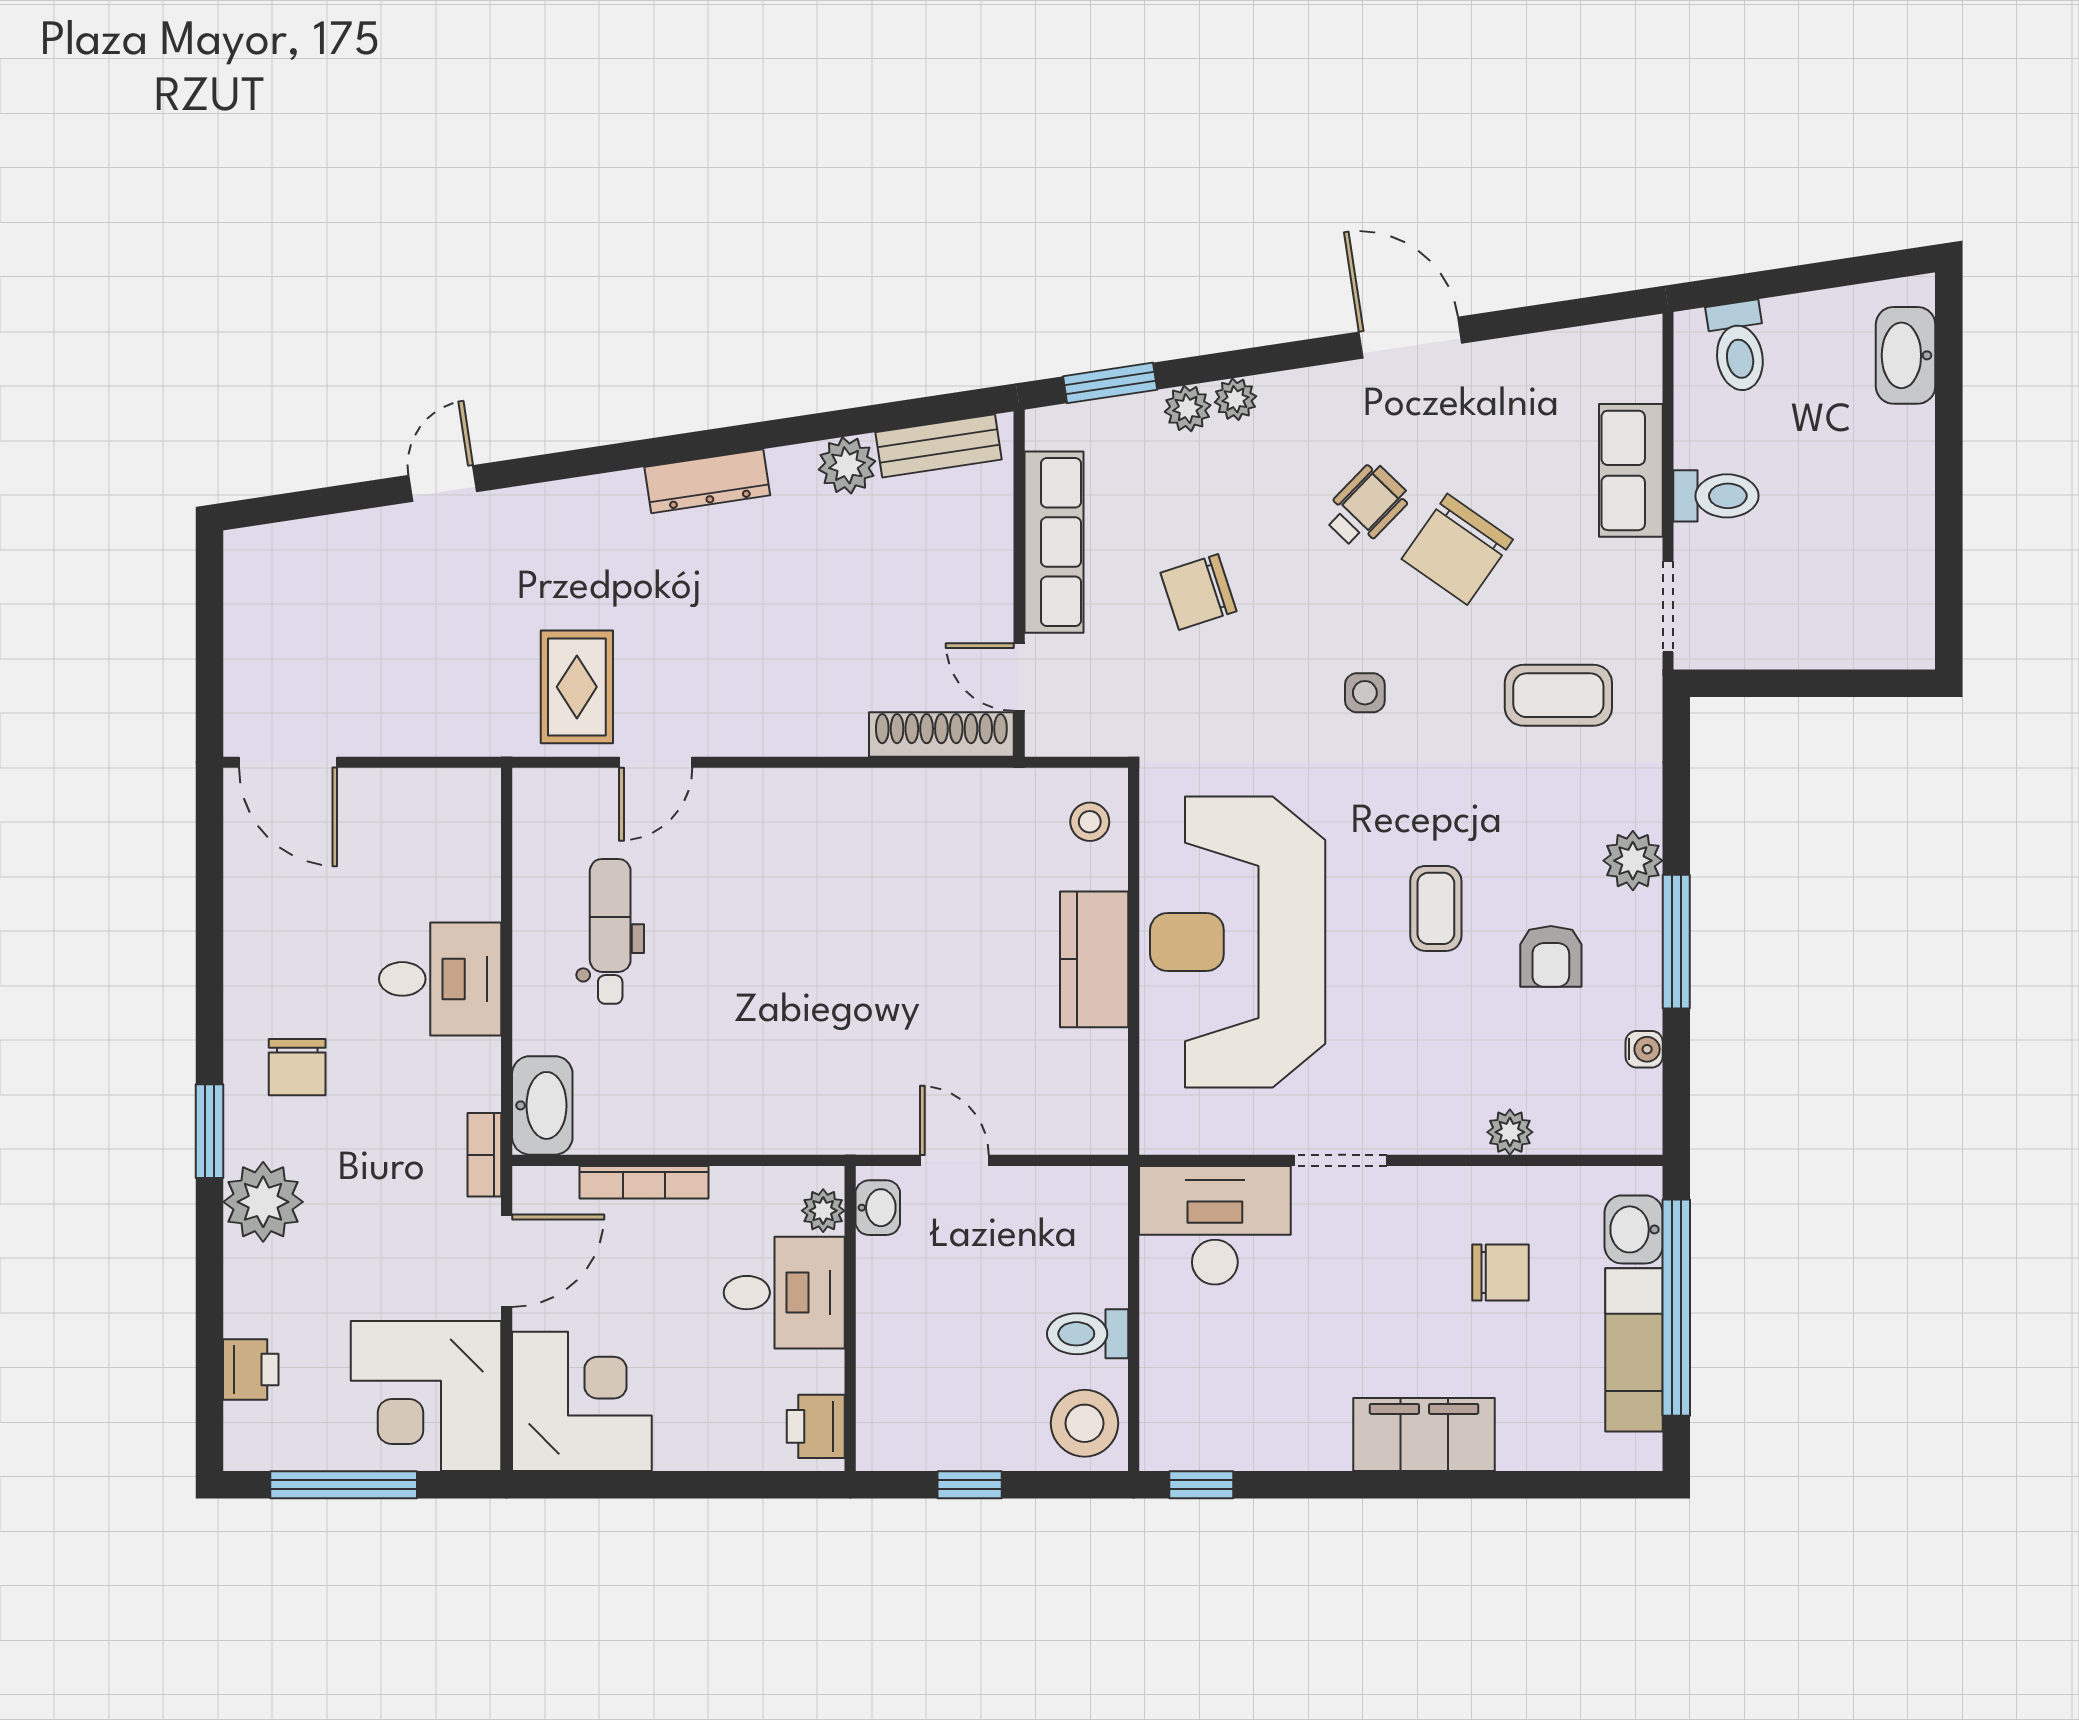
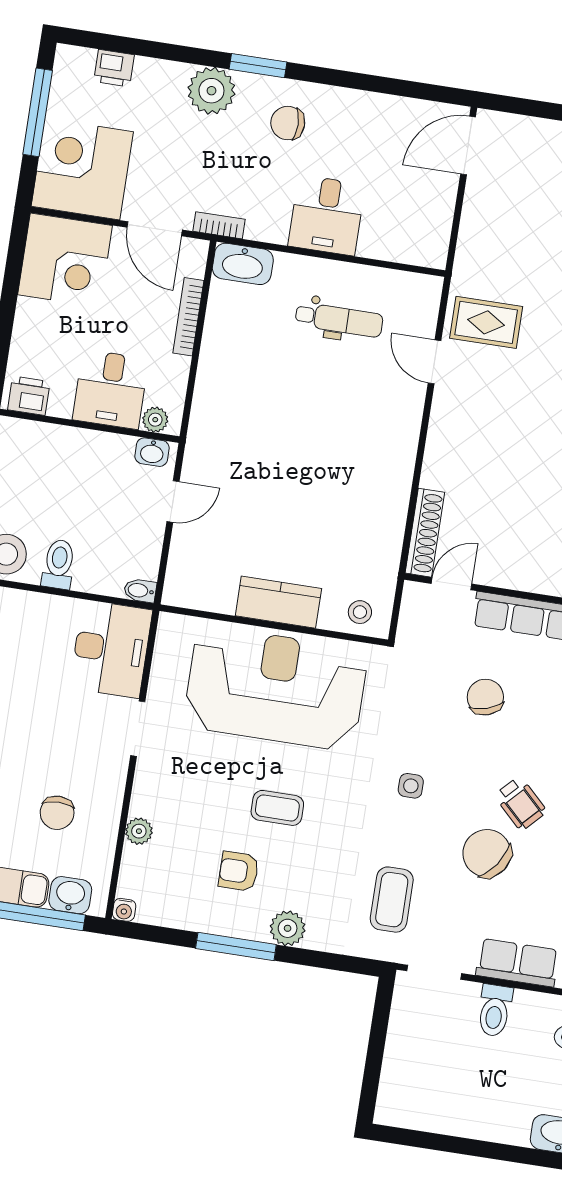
water cooler: (1644, 1049) -> (124, 910), moved
bidet: (1110, 1192) -> (140, 591), added

